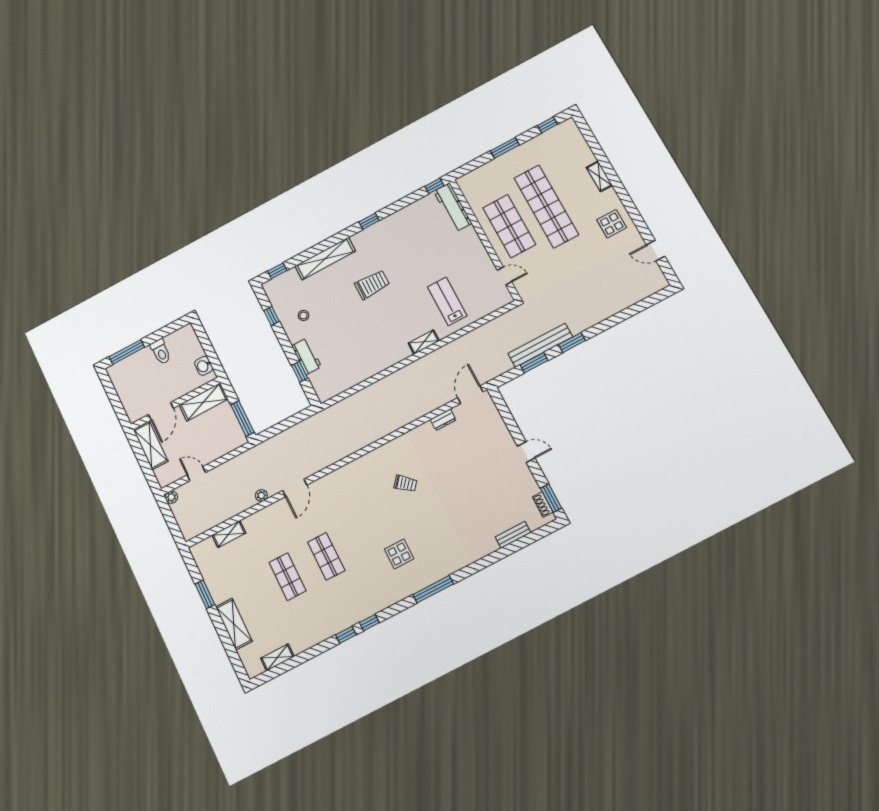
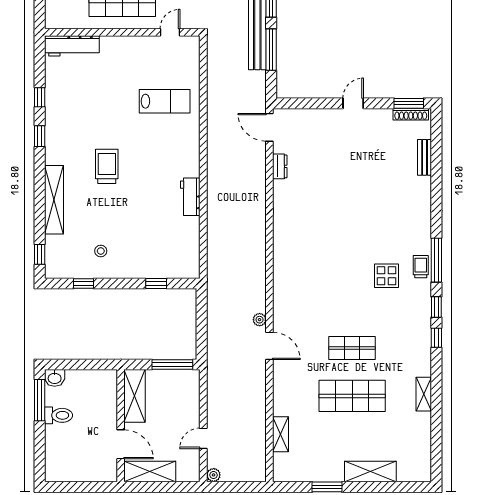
window: (434, 186) -> (40, 97), moved
lab bench: (447, 301) -> (165, 101), turned 180
shelving: (424, 342) -> (193, 145), removed
window: (127, 352) -> (40, 400), moved
workbench: (306, 356) -> (190, 197), moved, turned -90
window: (534, 363) -> (271, 50), width x1.44
washbasin: (204, 366) -> (55, 378), moved
trolley: (405, 483) -> (421, 267), moved, turned -40
plant: (261, 495) -> (260, 320), moved
shoe rack: (543, 504) -> (411, 114), width x1.43
shop shelf: (288, 577) -> (352, 396), width x1.43, depth x1.36
window: (346, 635) -> (436, 307), moved
shelving: (277, 657) -> (424, 394), moved

